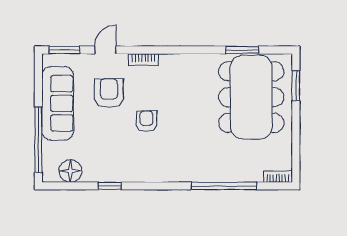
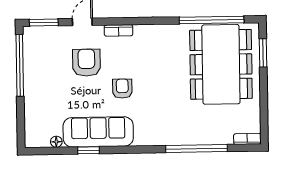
window: (242, 50) -> (212, 20), width x2.11
sofa: (58, 103) -> (98, 132), moved, turned -90
window: (38, 140) -> (20, 65), moved
floor lamp: (70, 171) -> (56, 142), width x0.53, depth x0.53

